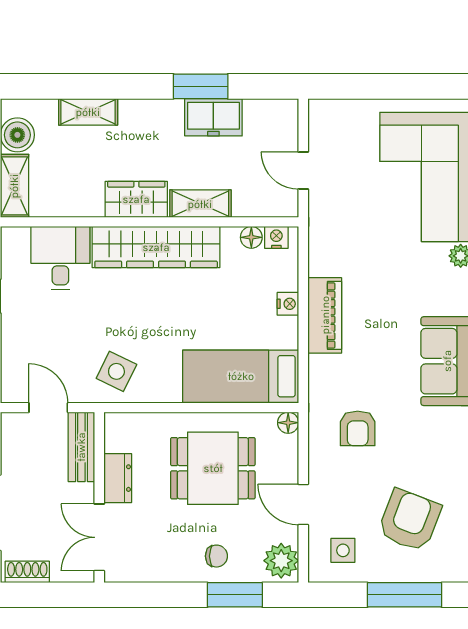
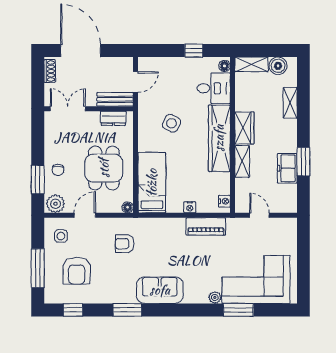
door: (303, 170) -> (259, 215), hinge flipped
floor lamp: (251, 237) -> (224, 66), moved
piano: (325, 315) -> (206, 226), moved
side table: (116, 371) -> (171, 123), moved
dresser: (118, 478) -> (113, 118), moved
armchair: (409, 520) -> (77, 271), turned 69

